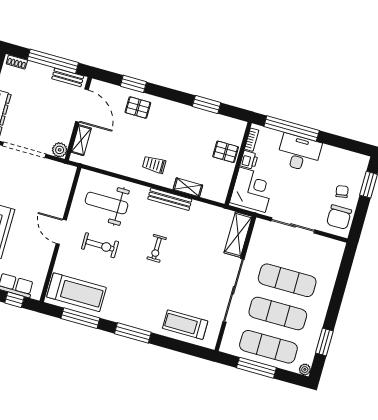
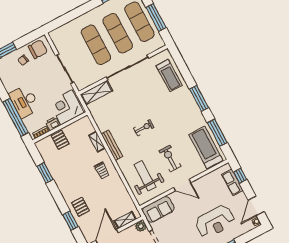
sofa: (60, 184) -> (158, 209), added
weight bench: (107, 203) -> (145, 176), turned 180
door: (61, 232) -> (182, 185), hinge flipped

